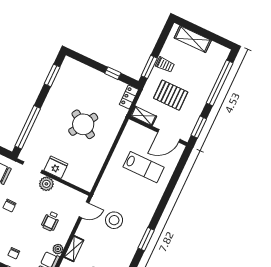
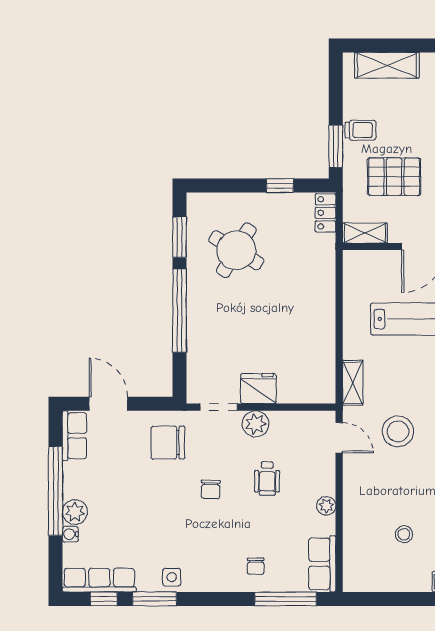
round table: (83, 124) -> (236, 250), moved
window: (28, 127) -> (180, 311), moved
door: (84, 210) -> (339, 438), hinge flipped
wheelchair: (51, 221) -> (267, 479), moved
plant: (58, 249) -> (326, 506), moved
shelving: (74, 249) -> (353, 383), moved

